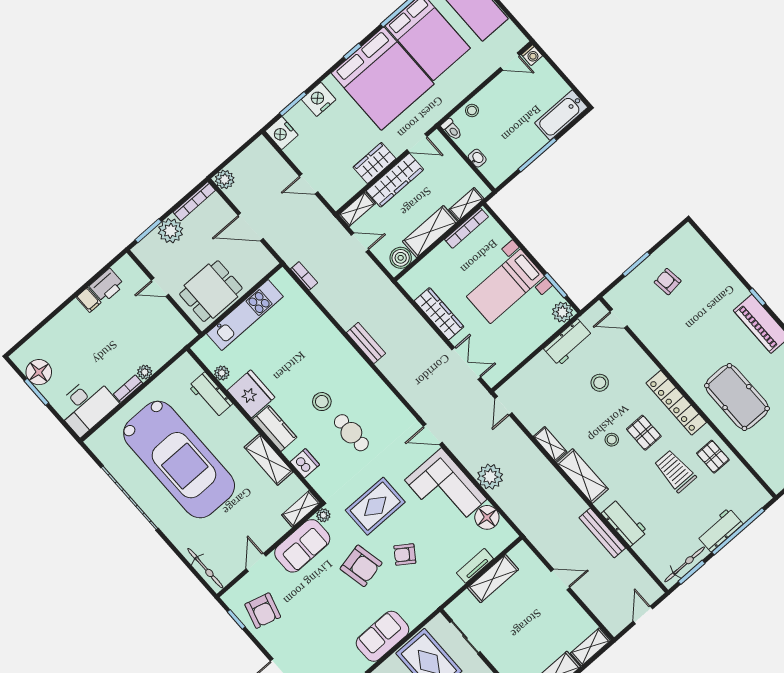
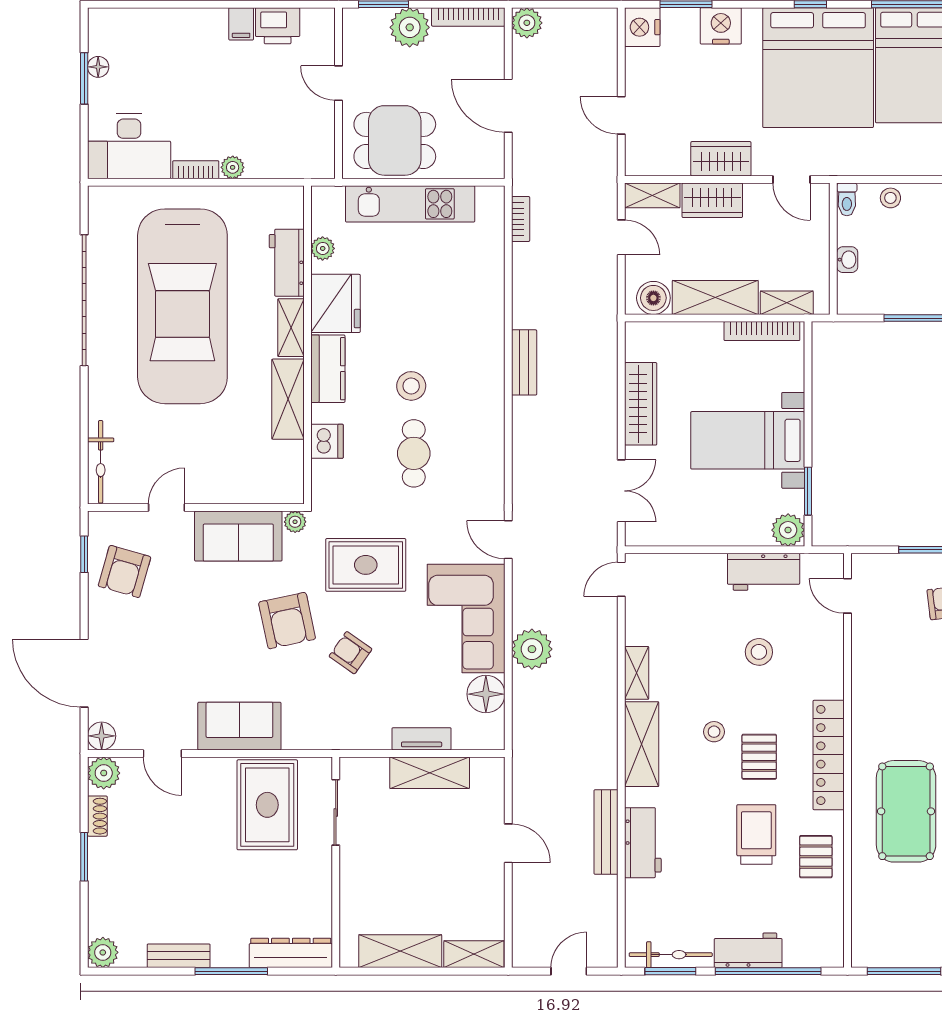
wardrobe: (395, 180) -> (712, 200), width x0.67
floor lamp: (39, 372) -> (98, 67), width x0.53, depth x0.53
shelving: (301, 509) -> (291, 328), moved, turned 90

